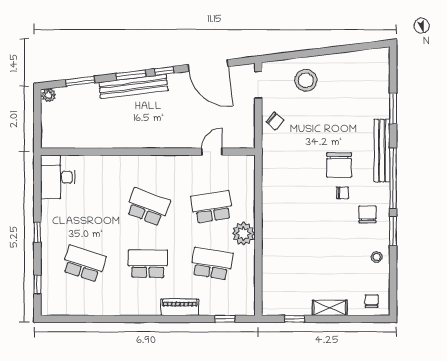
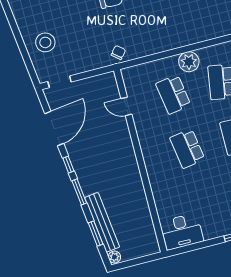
bench: (133, 86) -> (102, 222), moved
chair: (275, 121) -> (118, 52), moved
school desk: (148, 207) -> (187, 149), turned -30

